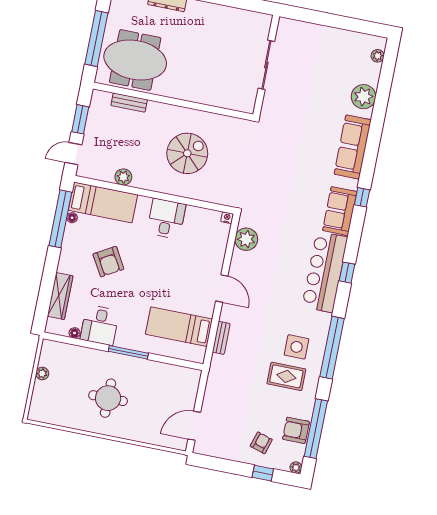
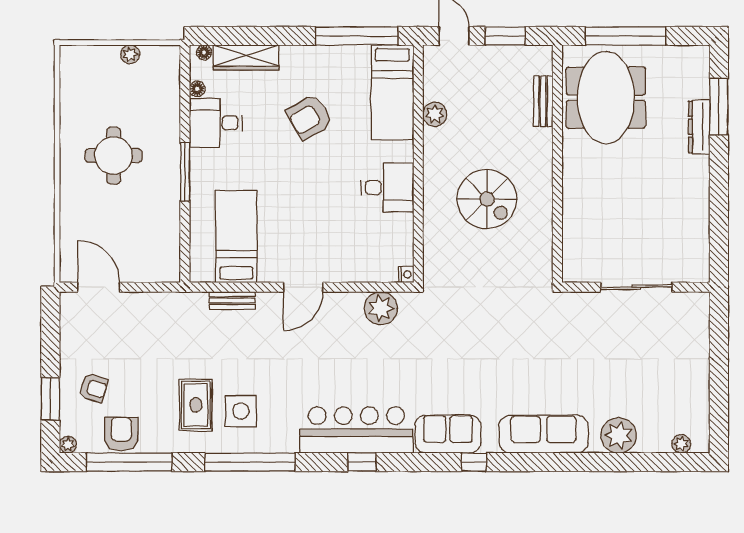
floor lamp: (72, 218) -> (204, 52), moved
window: (263, 473) -> (50, 399), width x1.50

